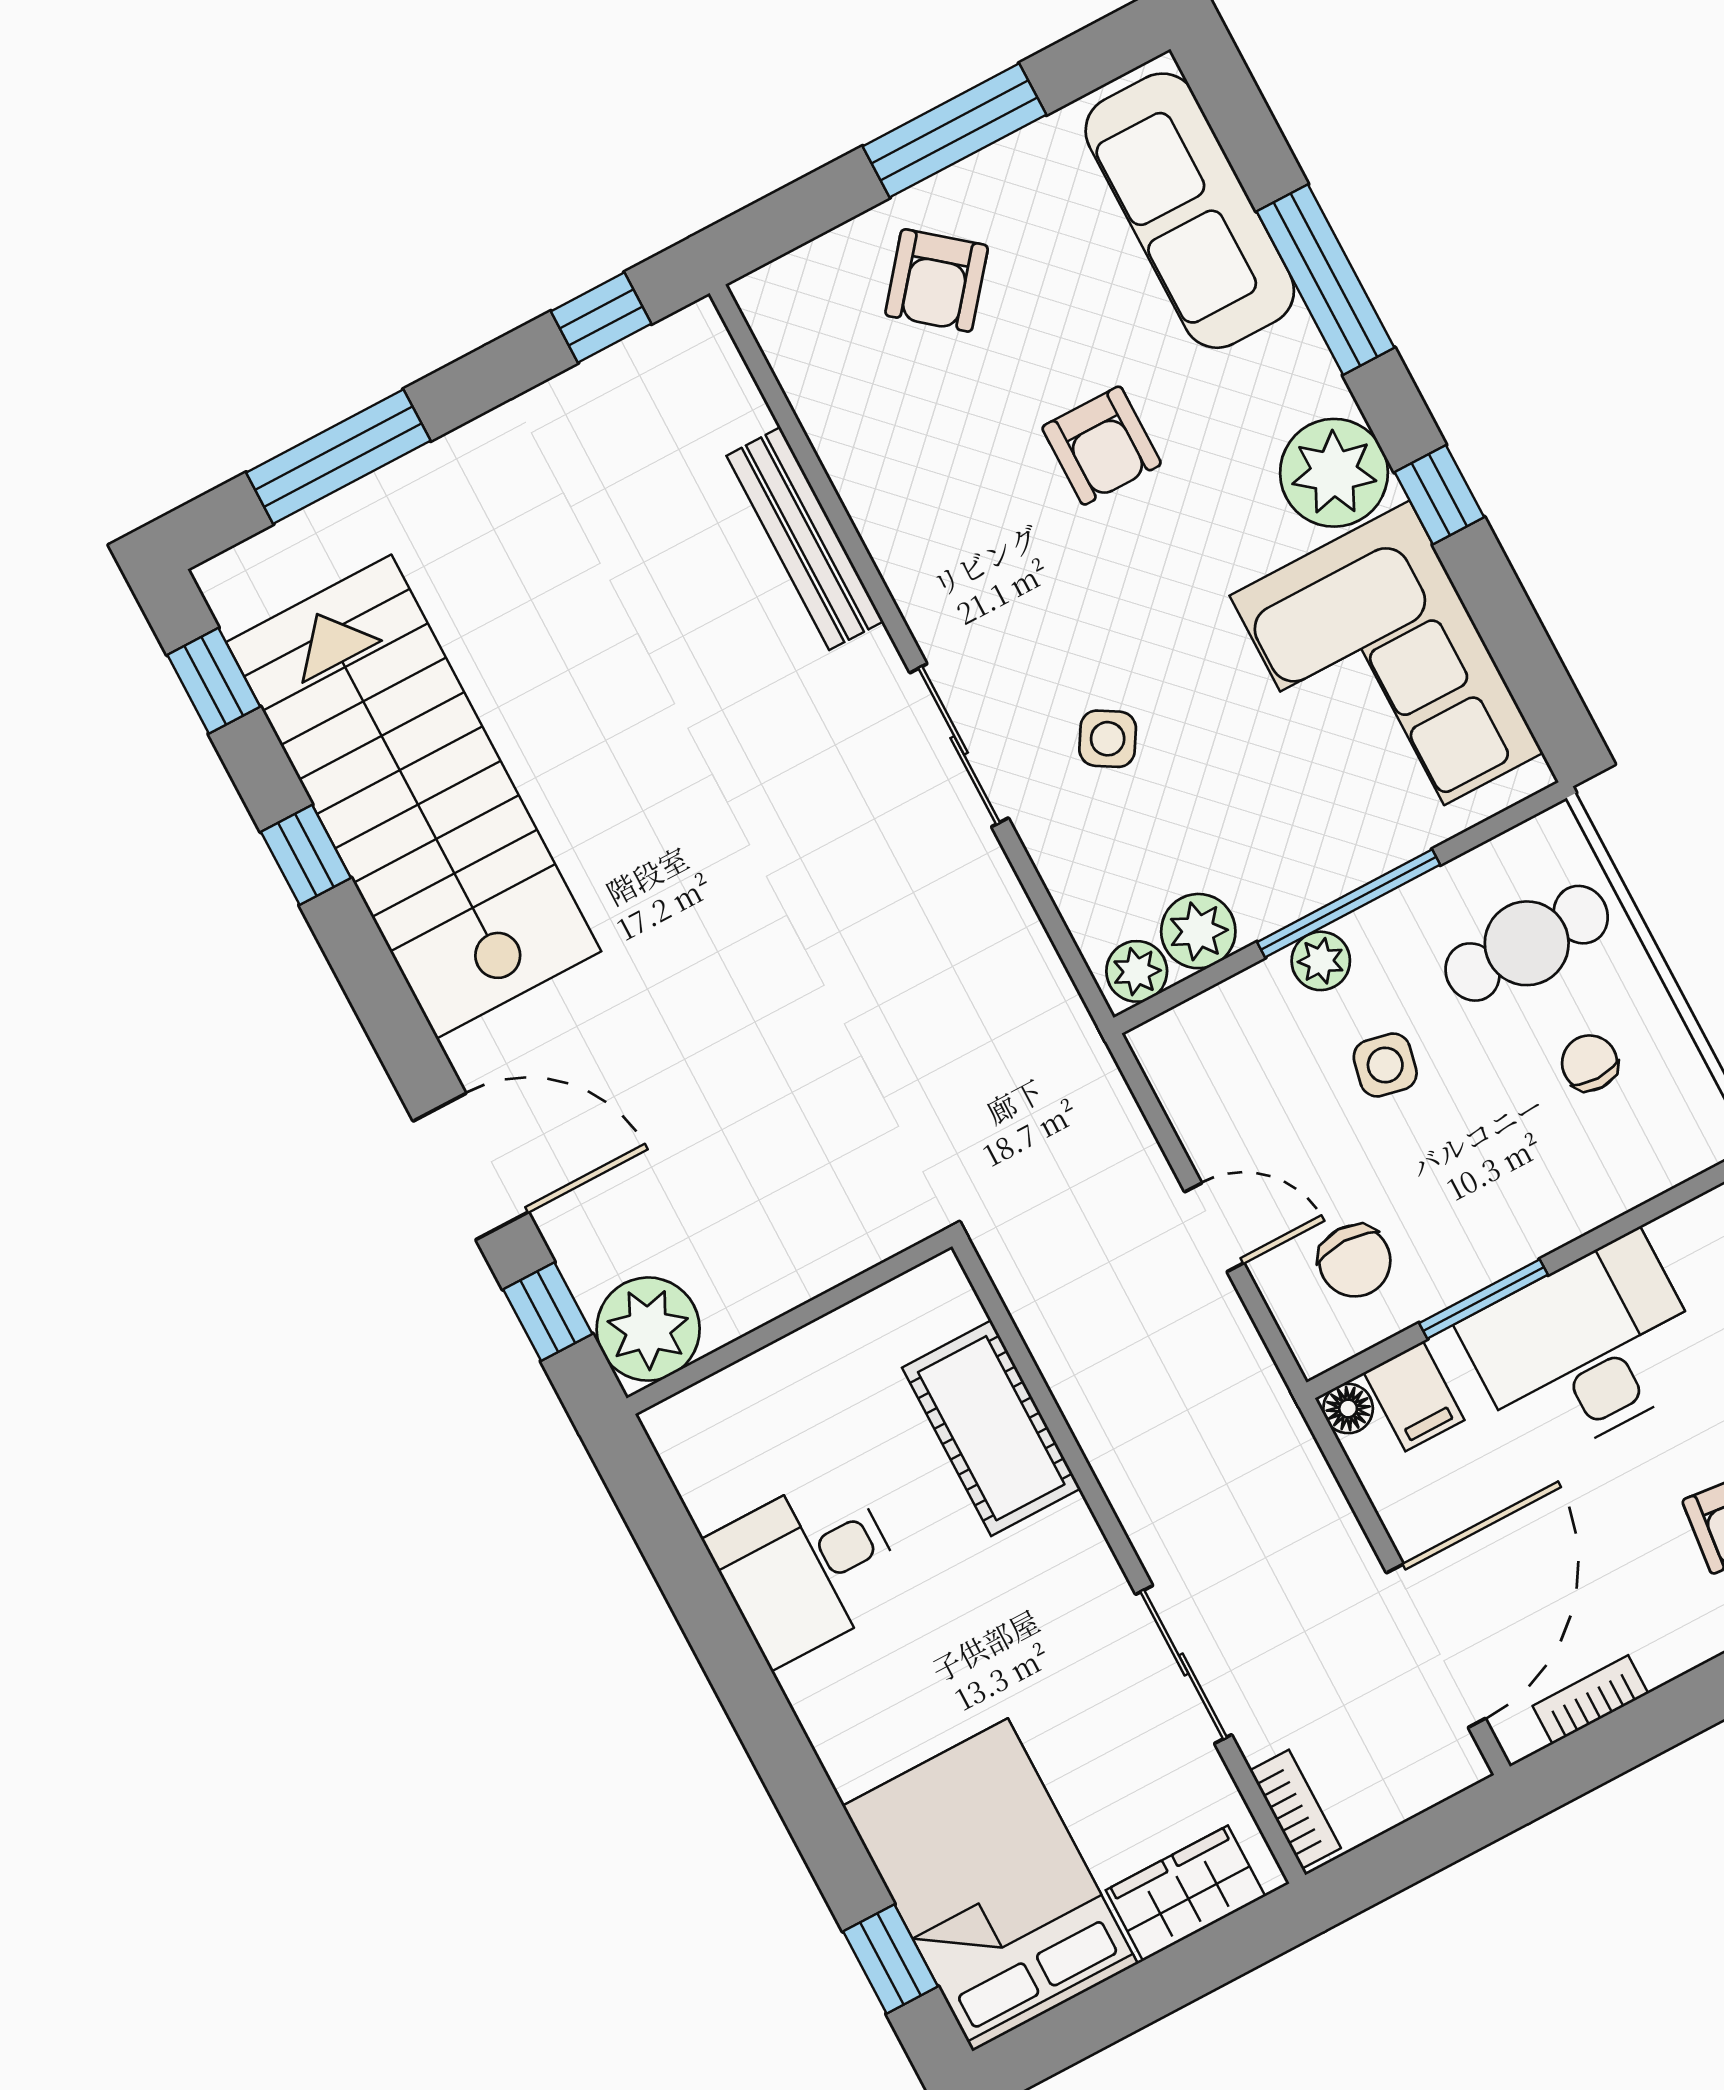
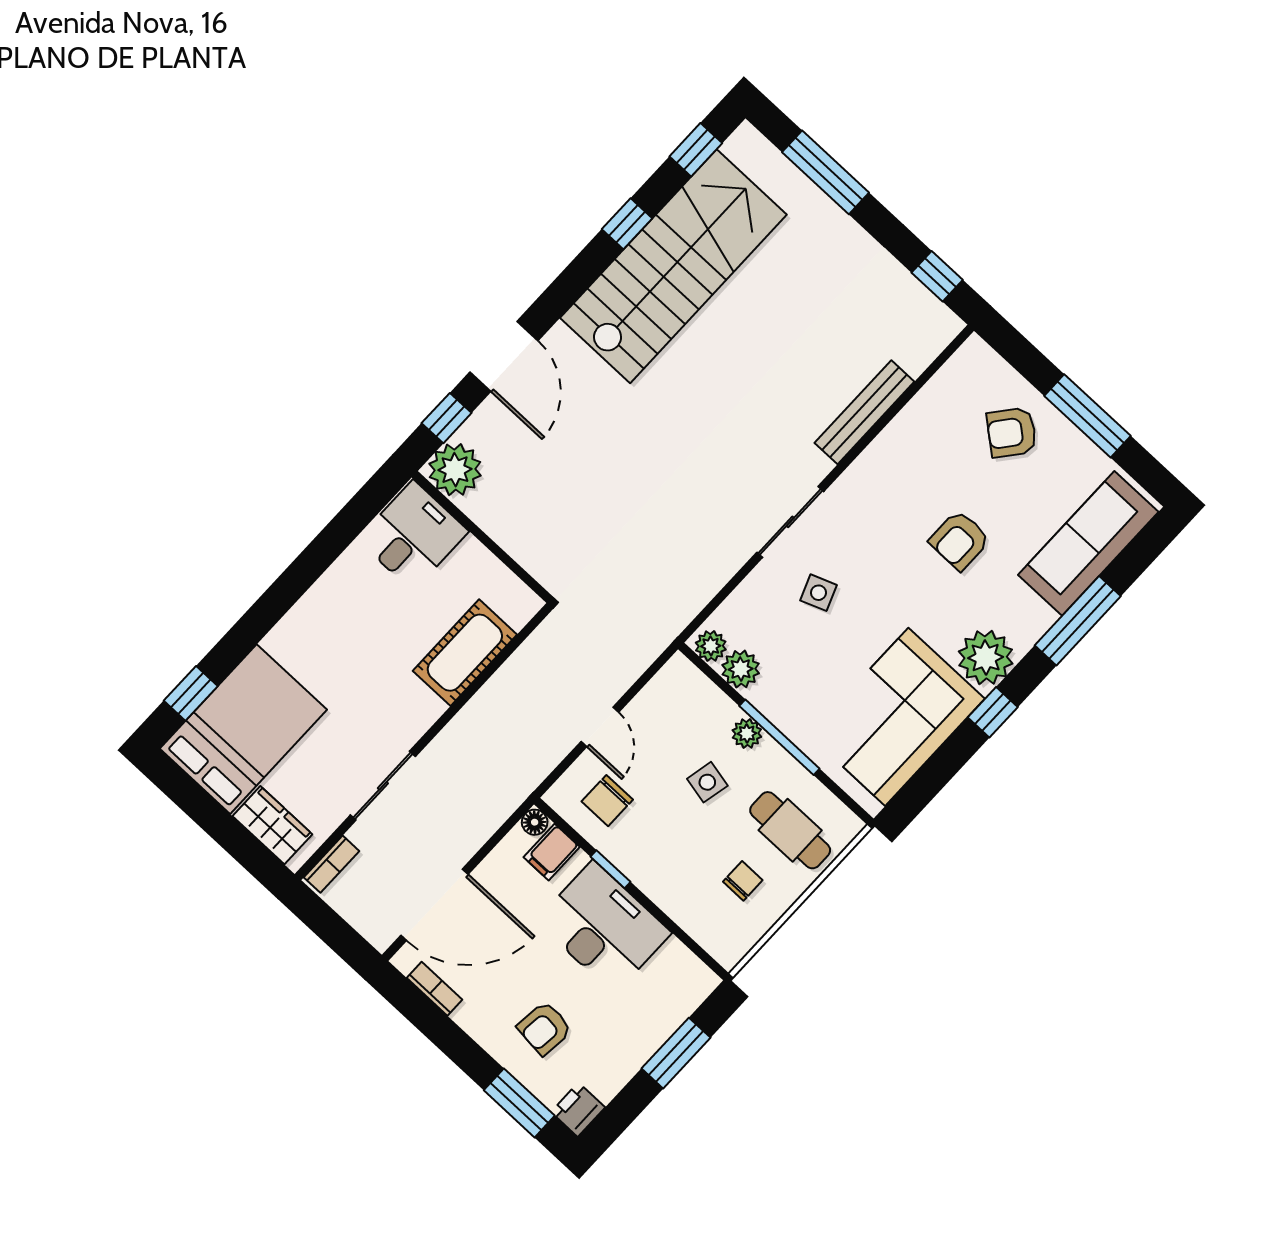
side table: (1108, 739) -> (819, 593), turned 38
window: (1484, 1299) -> (611, 869), width x0.67
desk: (808, 1568) -> (413, 536), moved, turned 90

